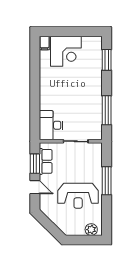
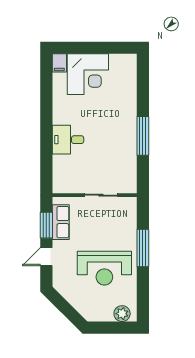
window: (107, 60) -> (143, 86), removed
window: (107, 110) -> (143, 136), moved
desk: (51, 125) -> (68, 140), moved, width x0.73
door: (35, 187) -> (46, 257), swing flipped

